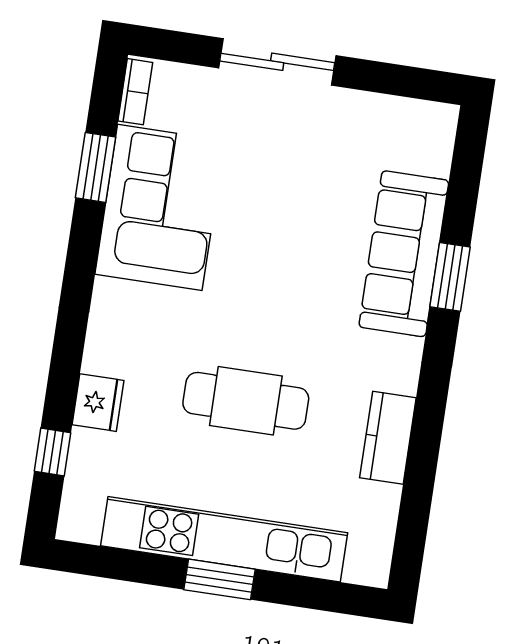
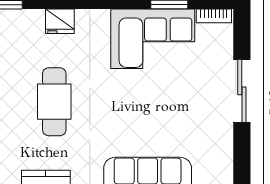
fridge: (98, 403) -> (60, 21), moved

